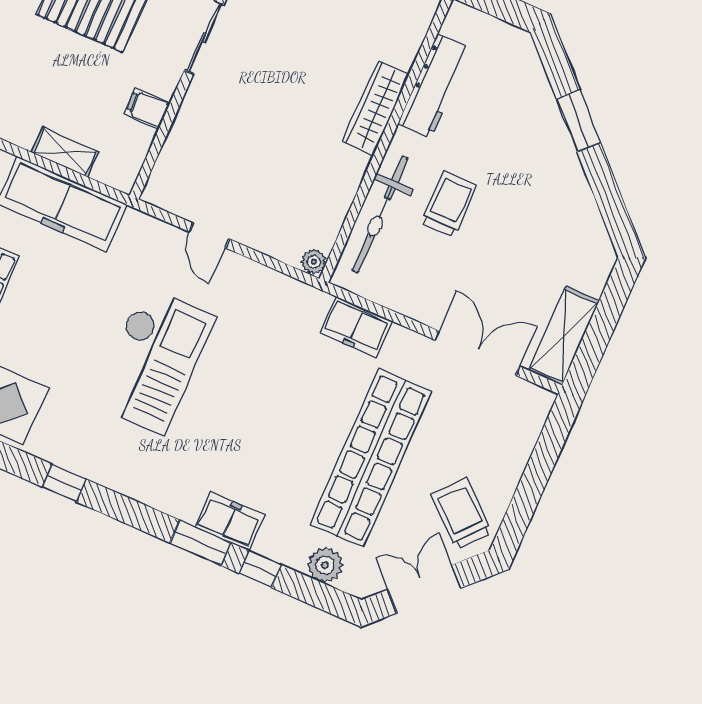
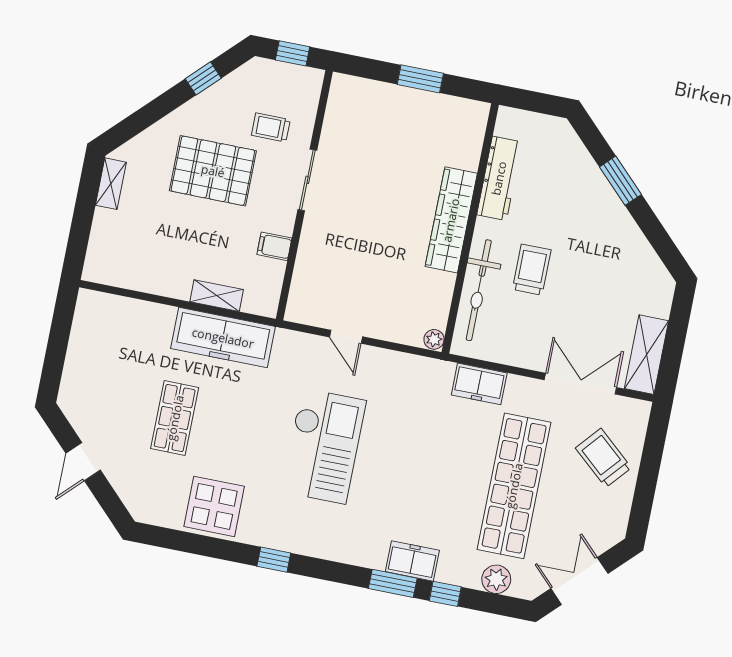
wardrobe: (376, 108) -> (451, 220), width x1.40, depth x1.17
trolley: (461, 514) -> (603, 458), moved

